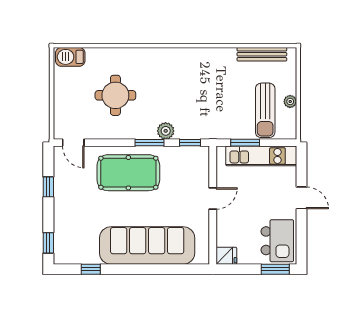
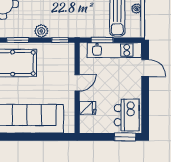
window: (150, 143) -> (18, 40), moved
door: (301, 198) -> (145, 68), moved
fridge: (226, 256) -> (88, 108), moved

